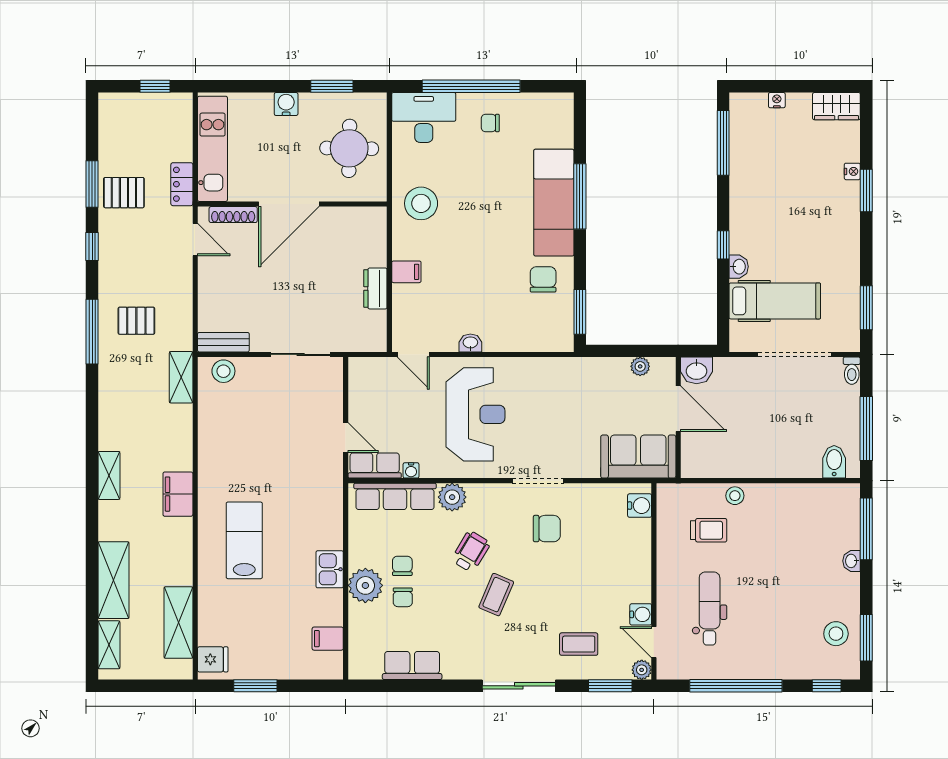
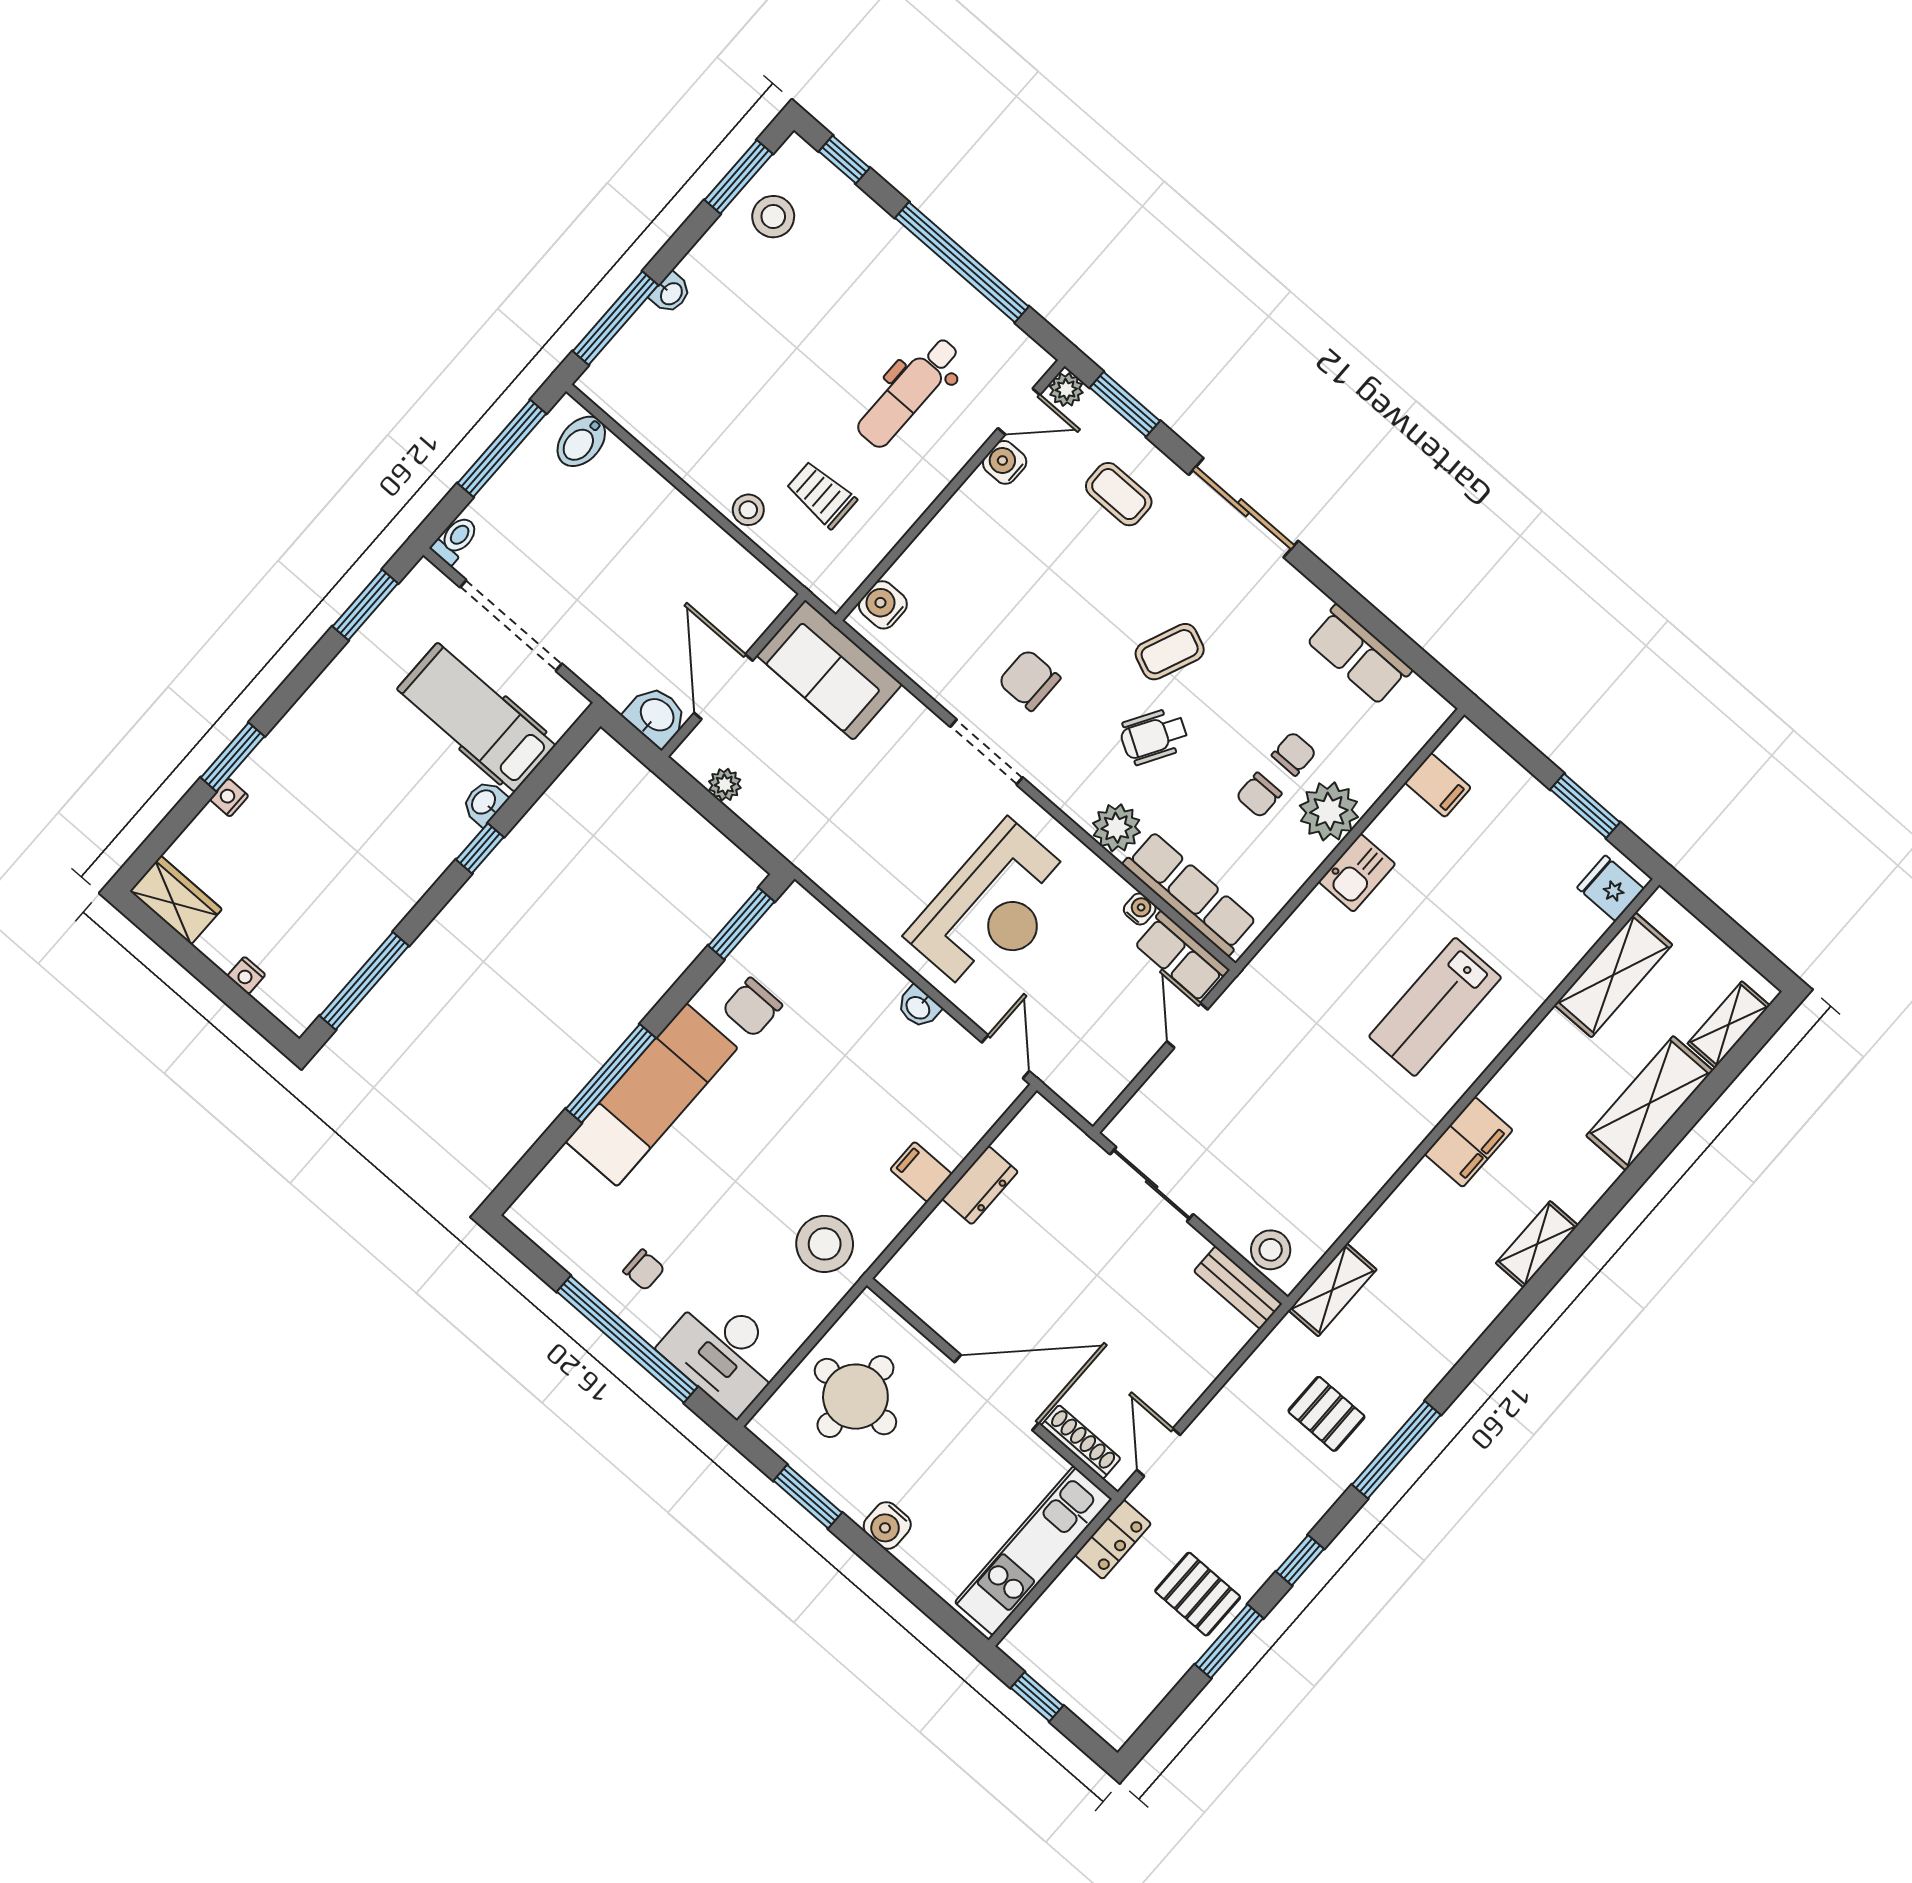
reception desk: (475, 414) -> (993, 909), turned 180
door: (654, 642) -> (1019, 412), hinge flipped

